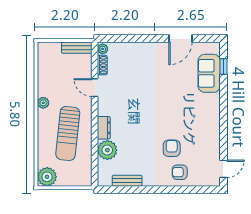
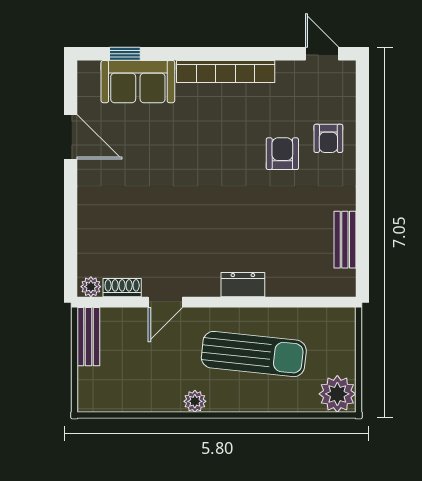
bookcase: (214, 119) -> (226, 71), added
armchair: (172, 148) -> (282, 154), turned 90
plant: (107, 150) -> (286, 278), removed

